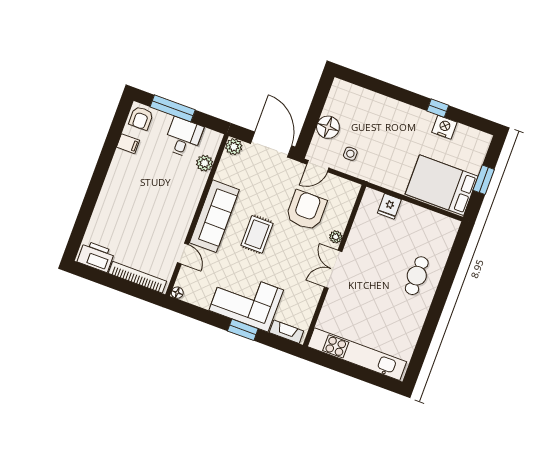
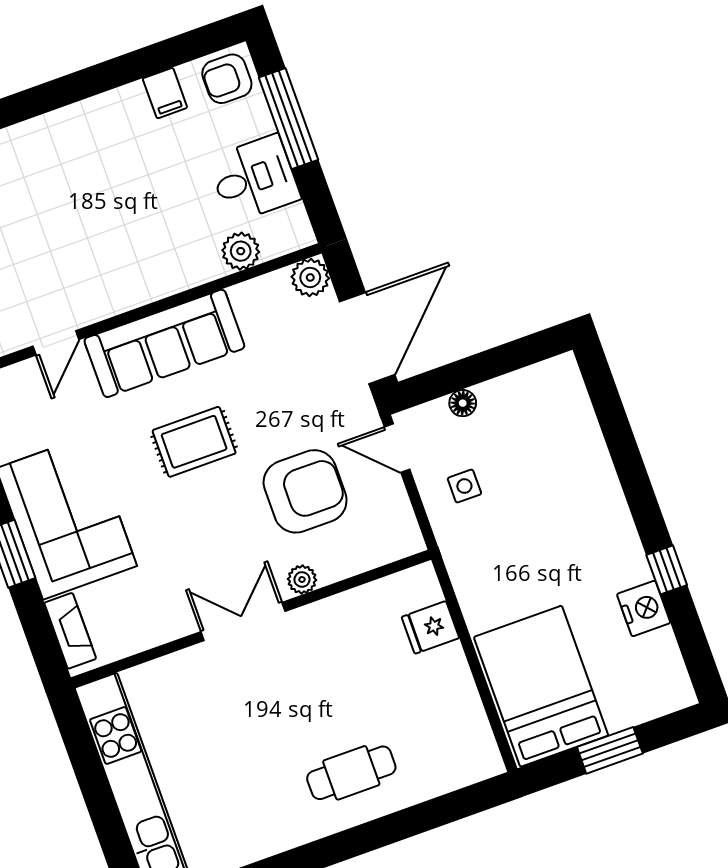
floor lamp: (328, 127) -> (463, 403), width x0.53, depth x0.53

